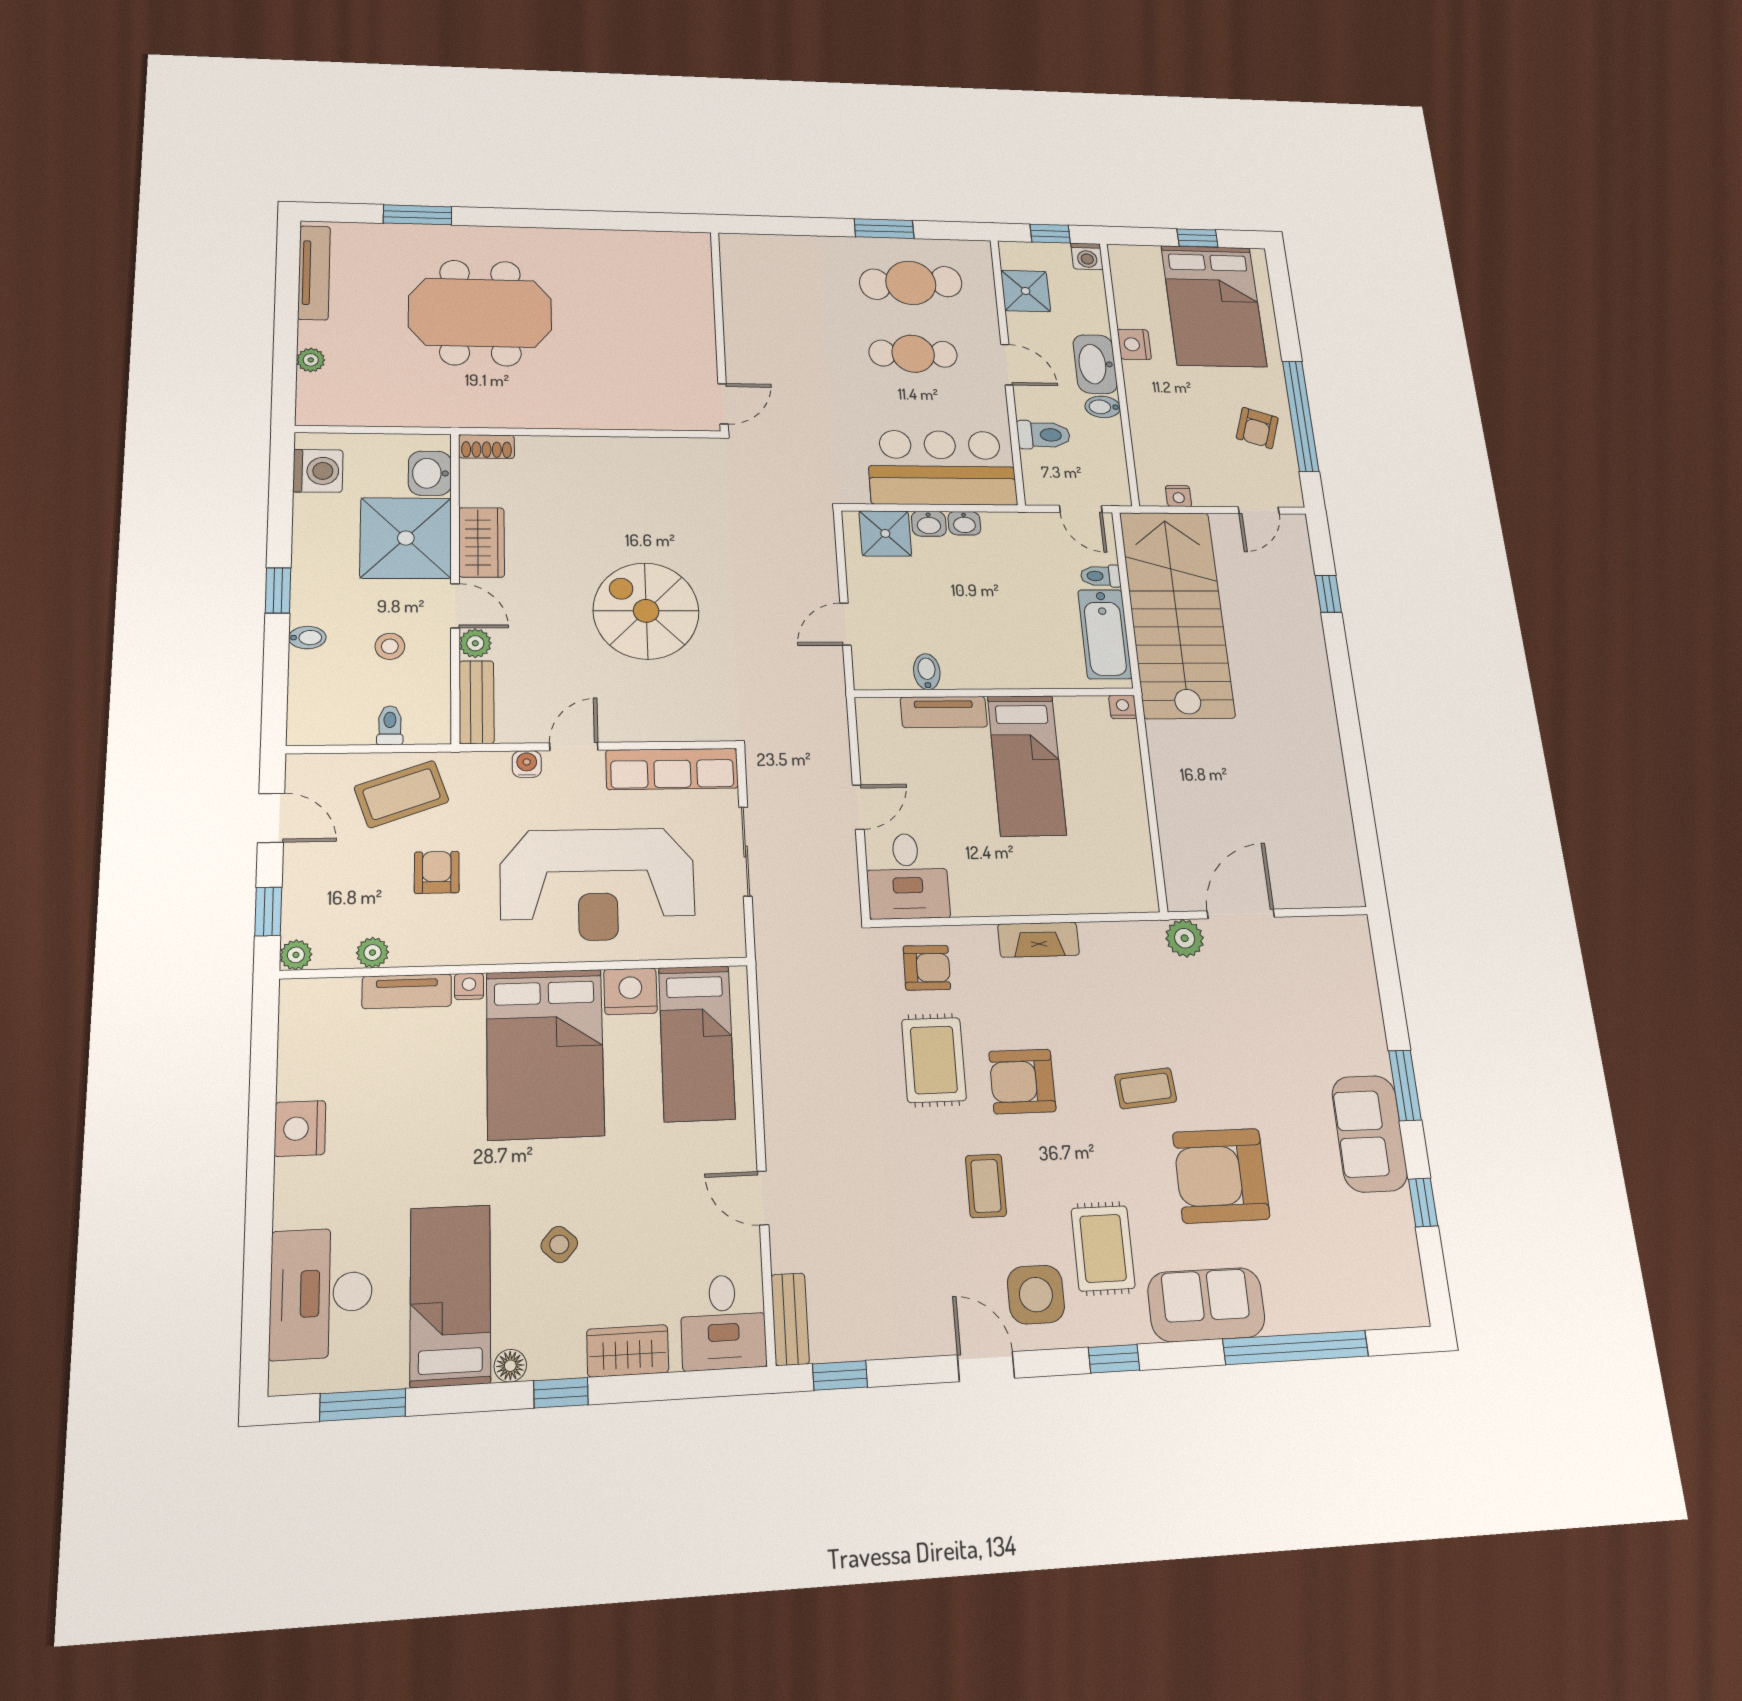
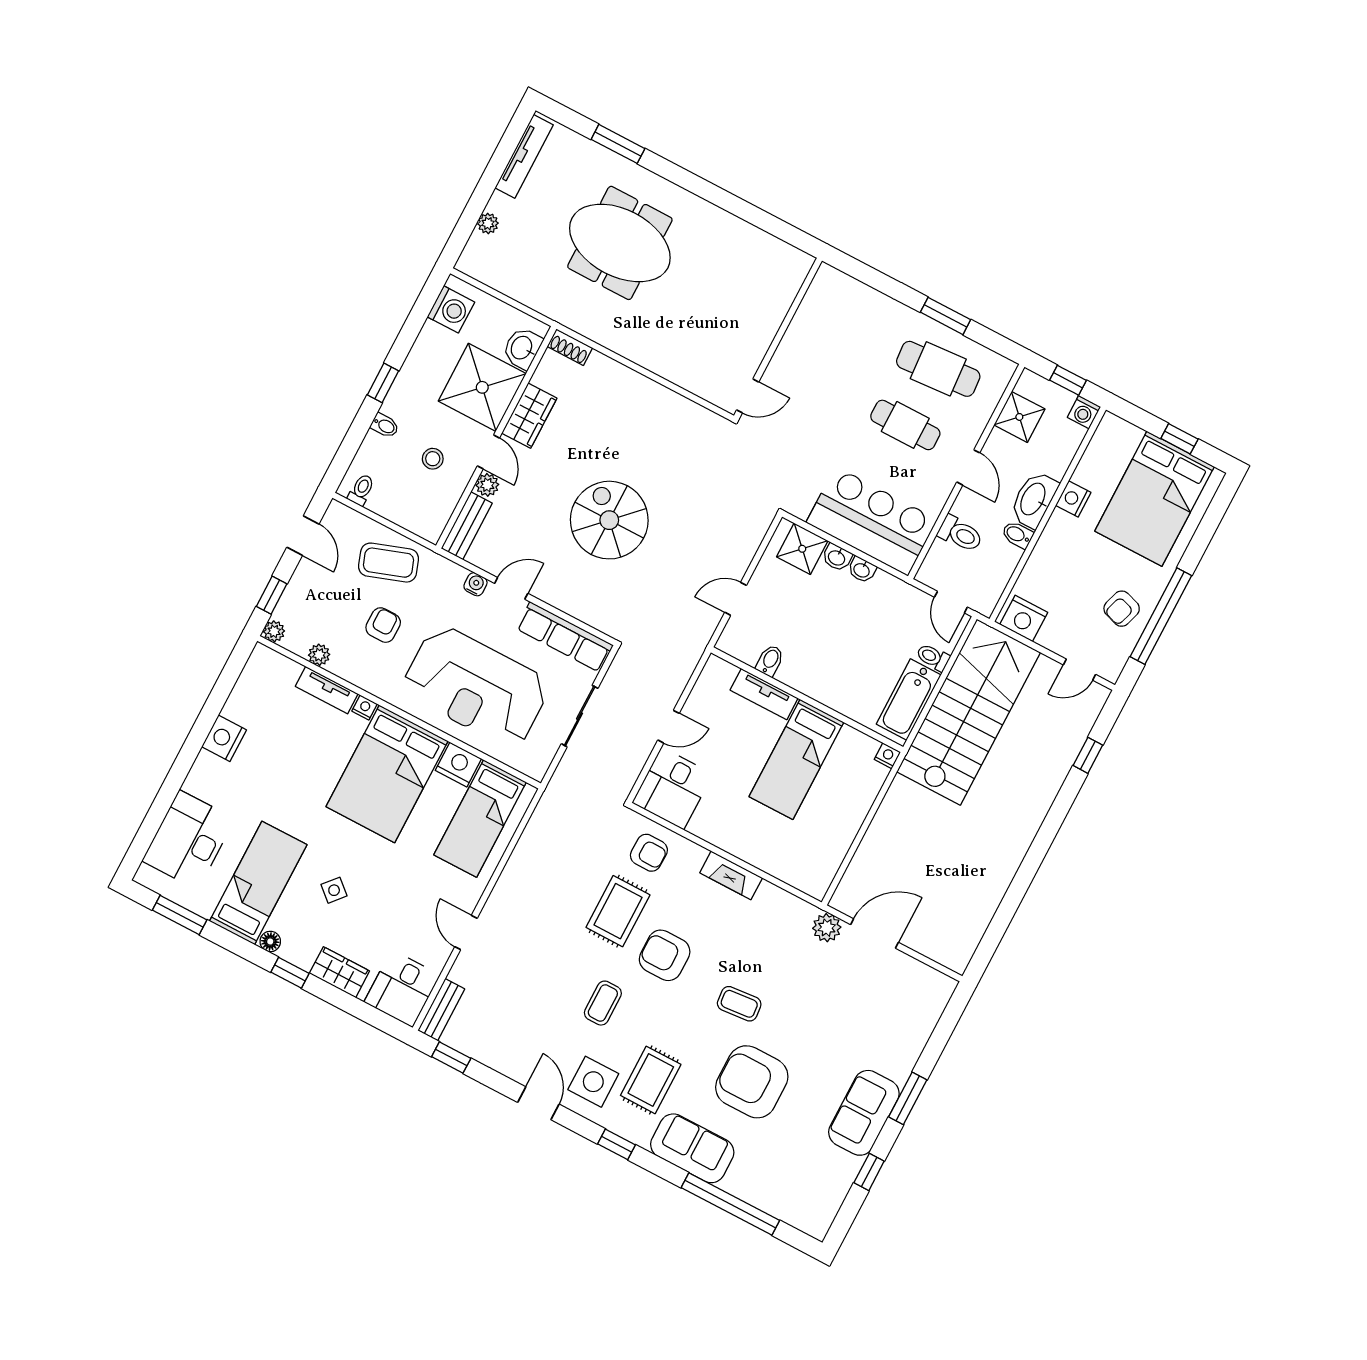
nightstand: (1179, 496) -> (1024, 618), width x1.89, depth x1.79
toilet: (390, 725) -> (361, 490), moved

